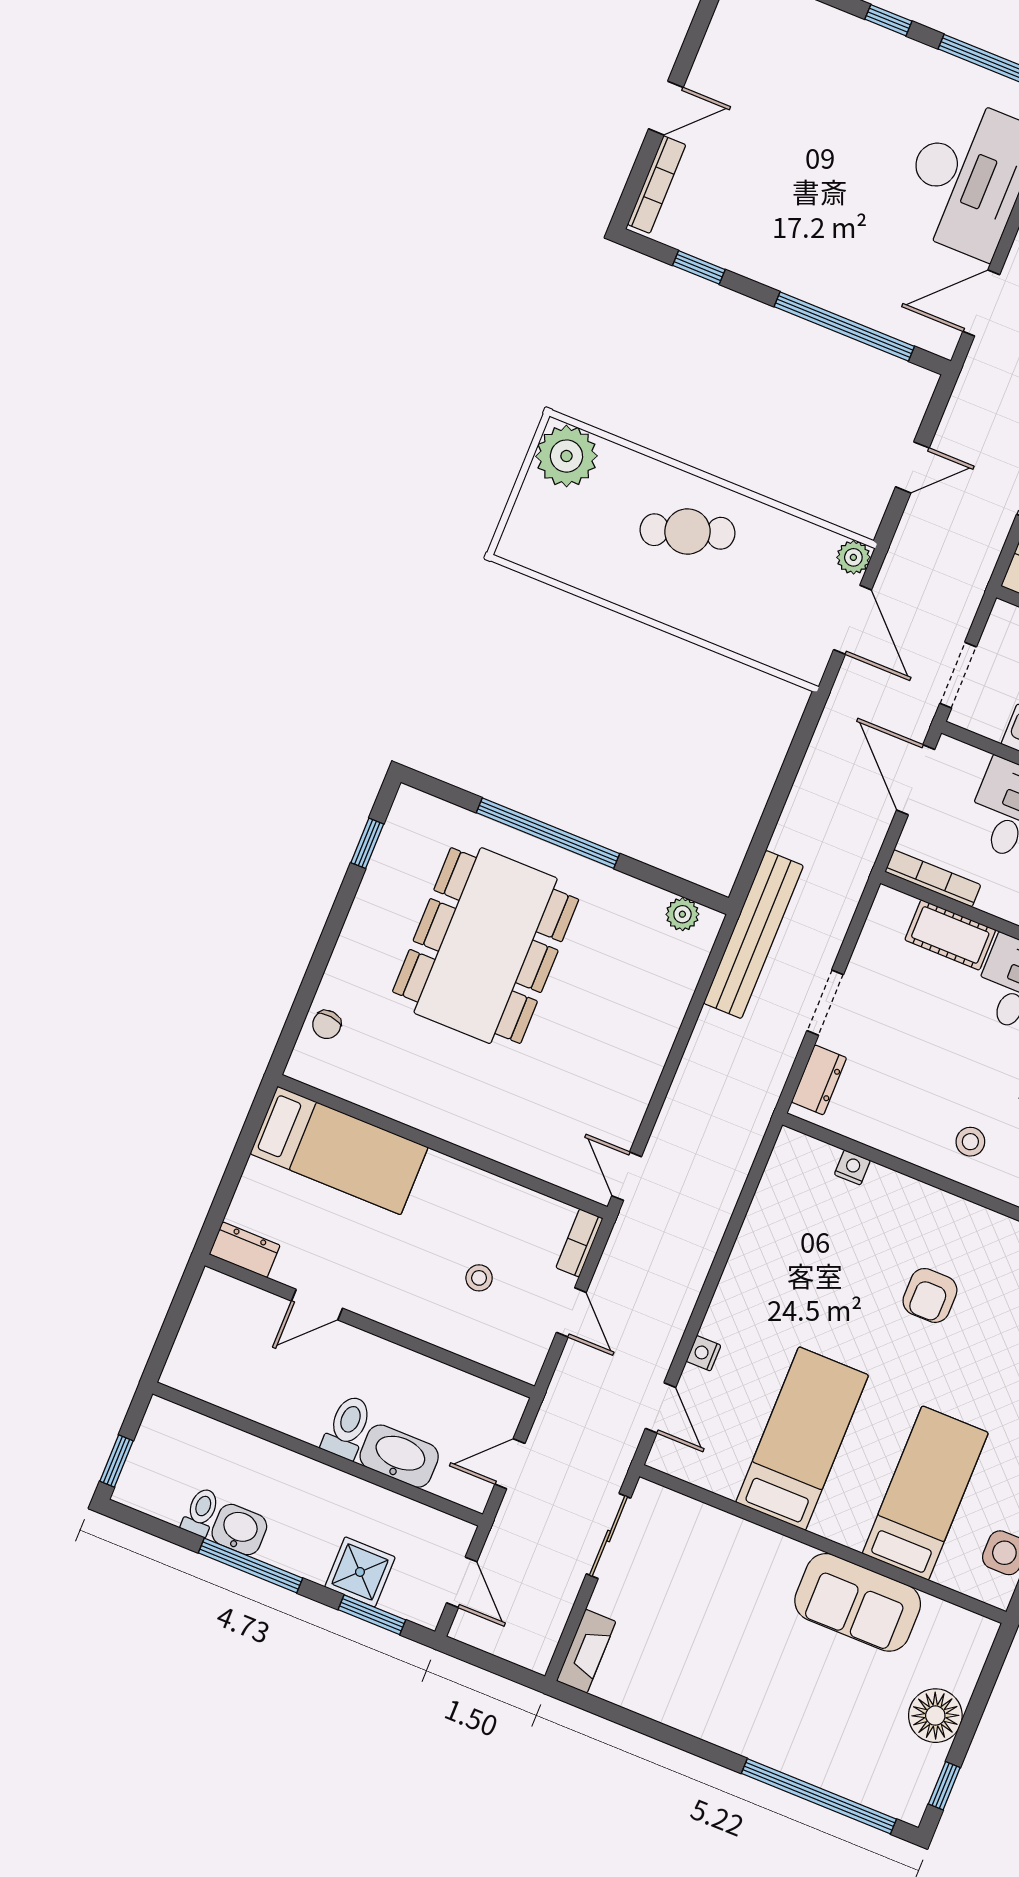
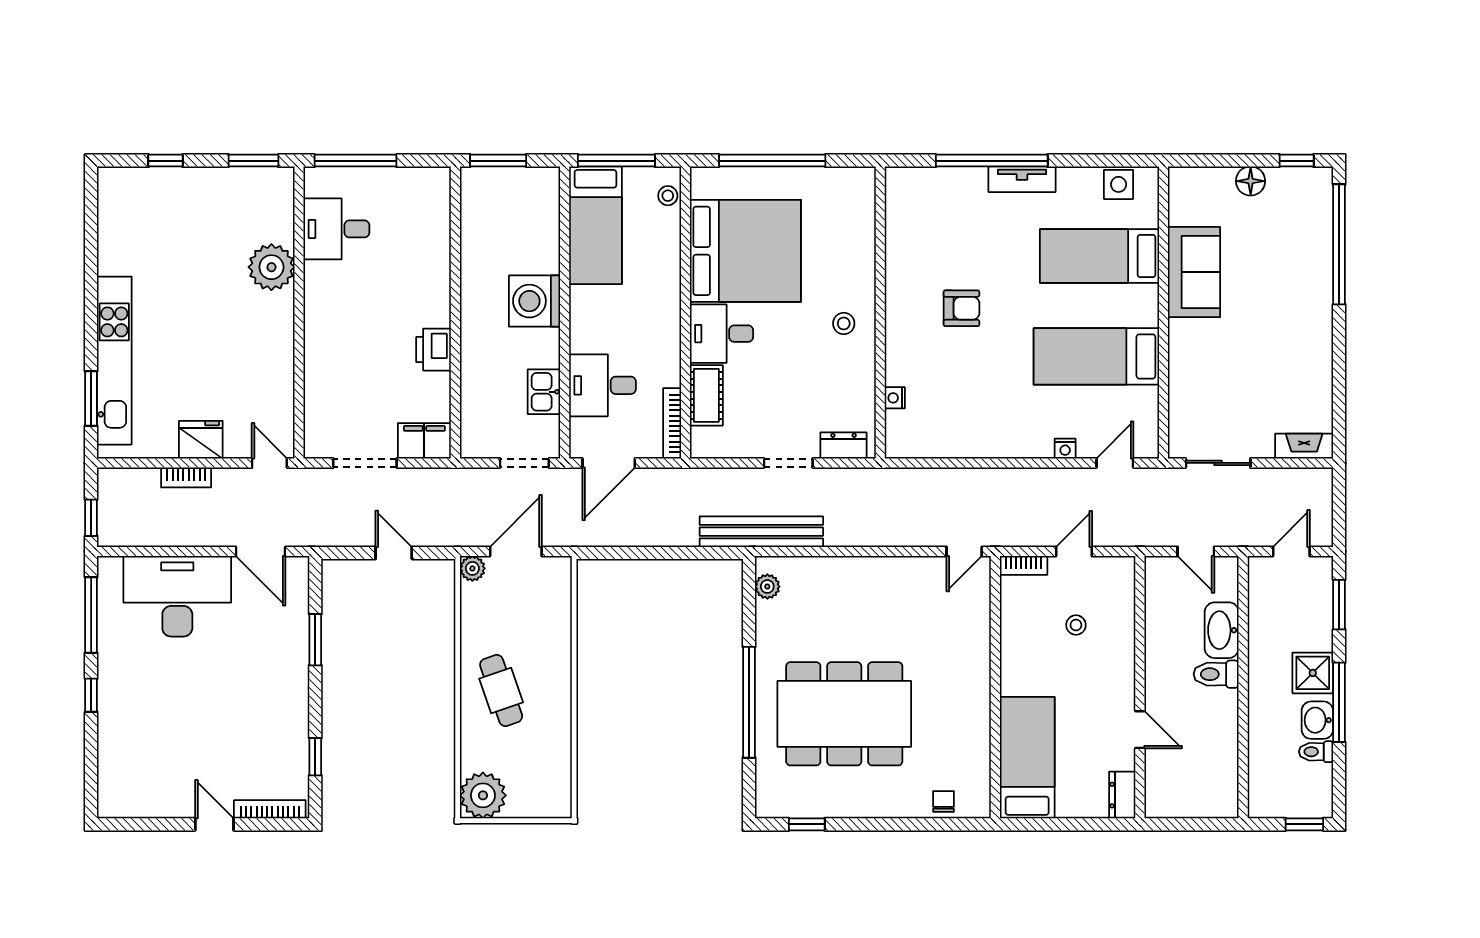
window: (844, 326) -> (315, 640), width x0.47
chair: (327, 1024) -> (943, 802), turned -96
shower: (360, 1572) -> (1313, 673), moved
floor lamp: (935, 1716) -> (1251, 181), width x0.73, depth x0.73

